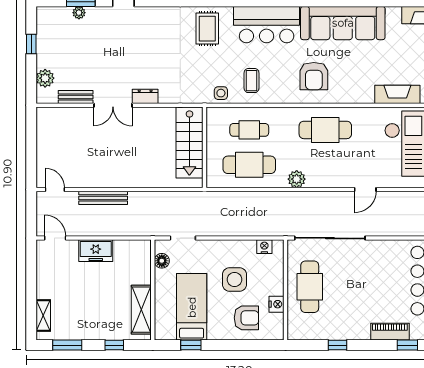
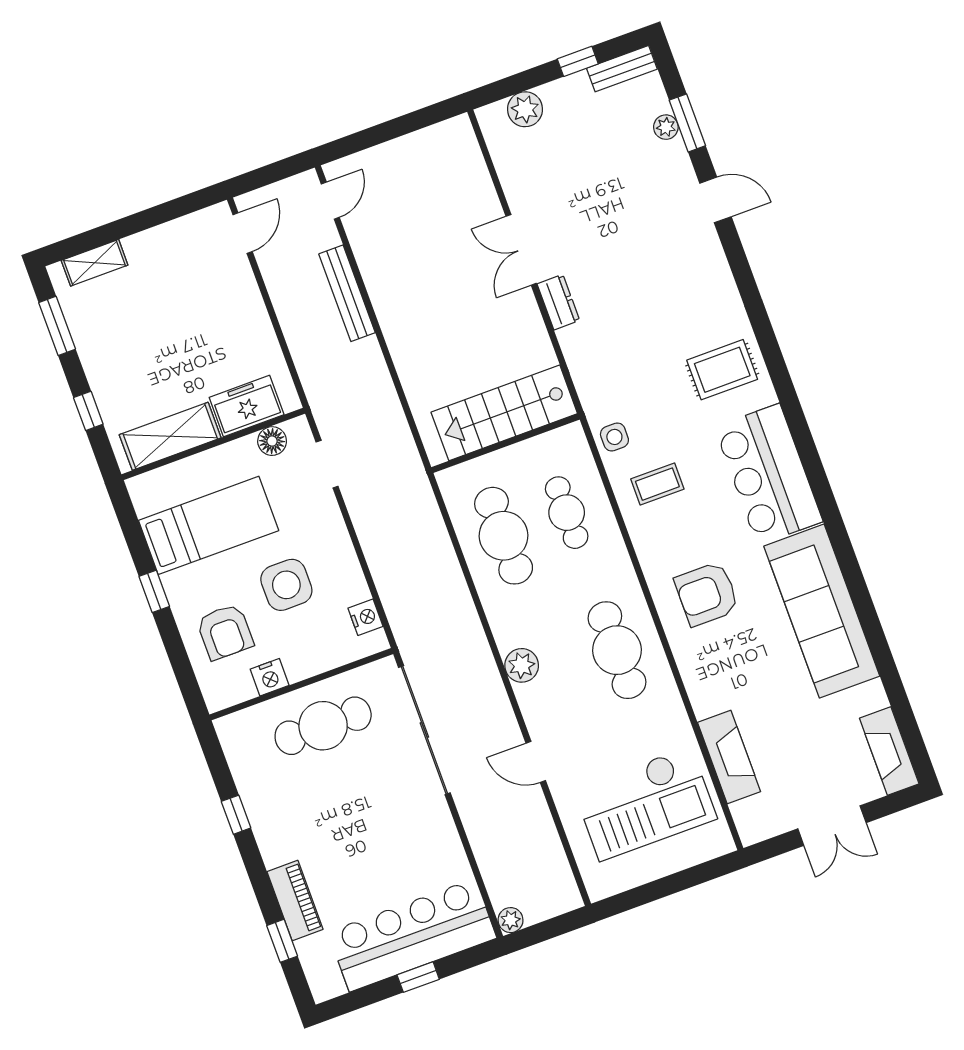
bench: (76, 97) -> (622, 69), moved, turned 90
plant: (297, 179) -> (522, 665), moved
freezer: (96, 251) -> (247, 406), moved, turned 90
window: (191, 345) -> (154, 591), moved

